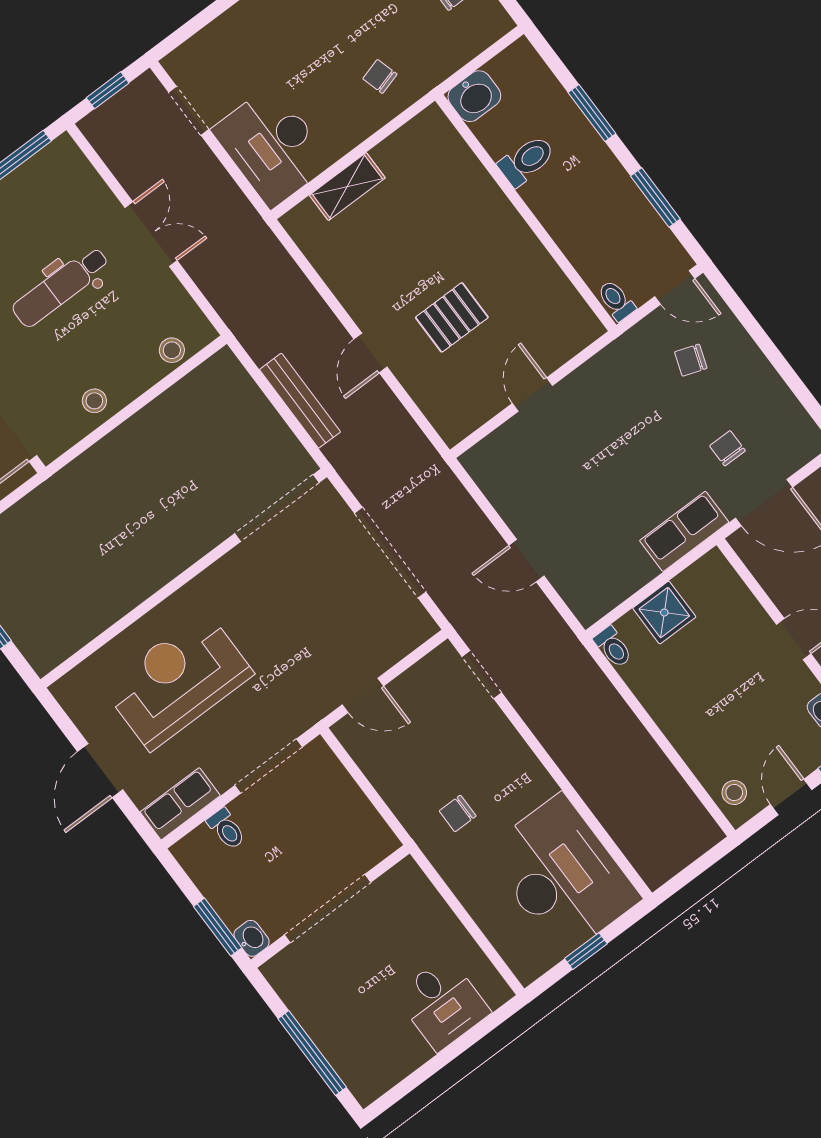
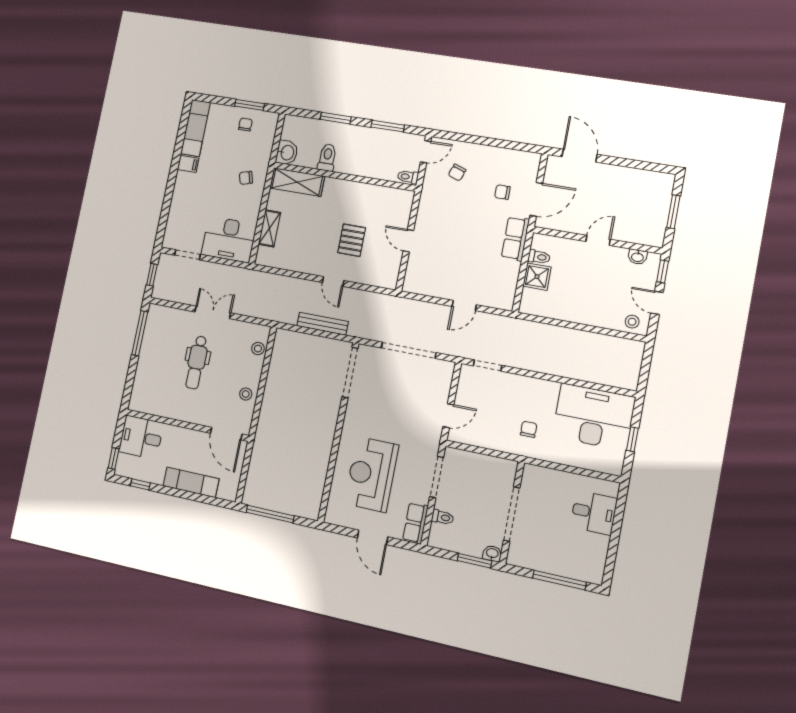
shelving: (450, 155) -> (297, 182), added
toilet: (613, 647) -> (539, 257), moved
chair: (458, 813) -> (529, 429), turned 180

